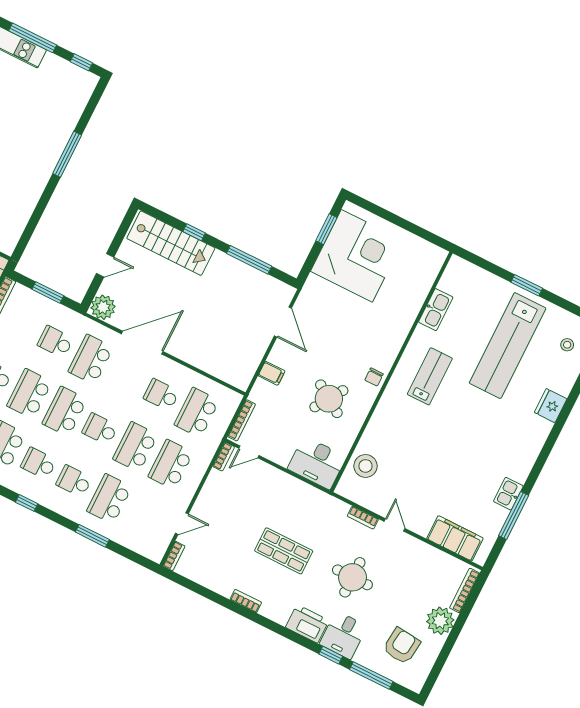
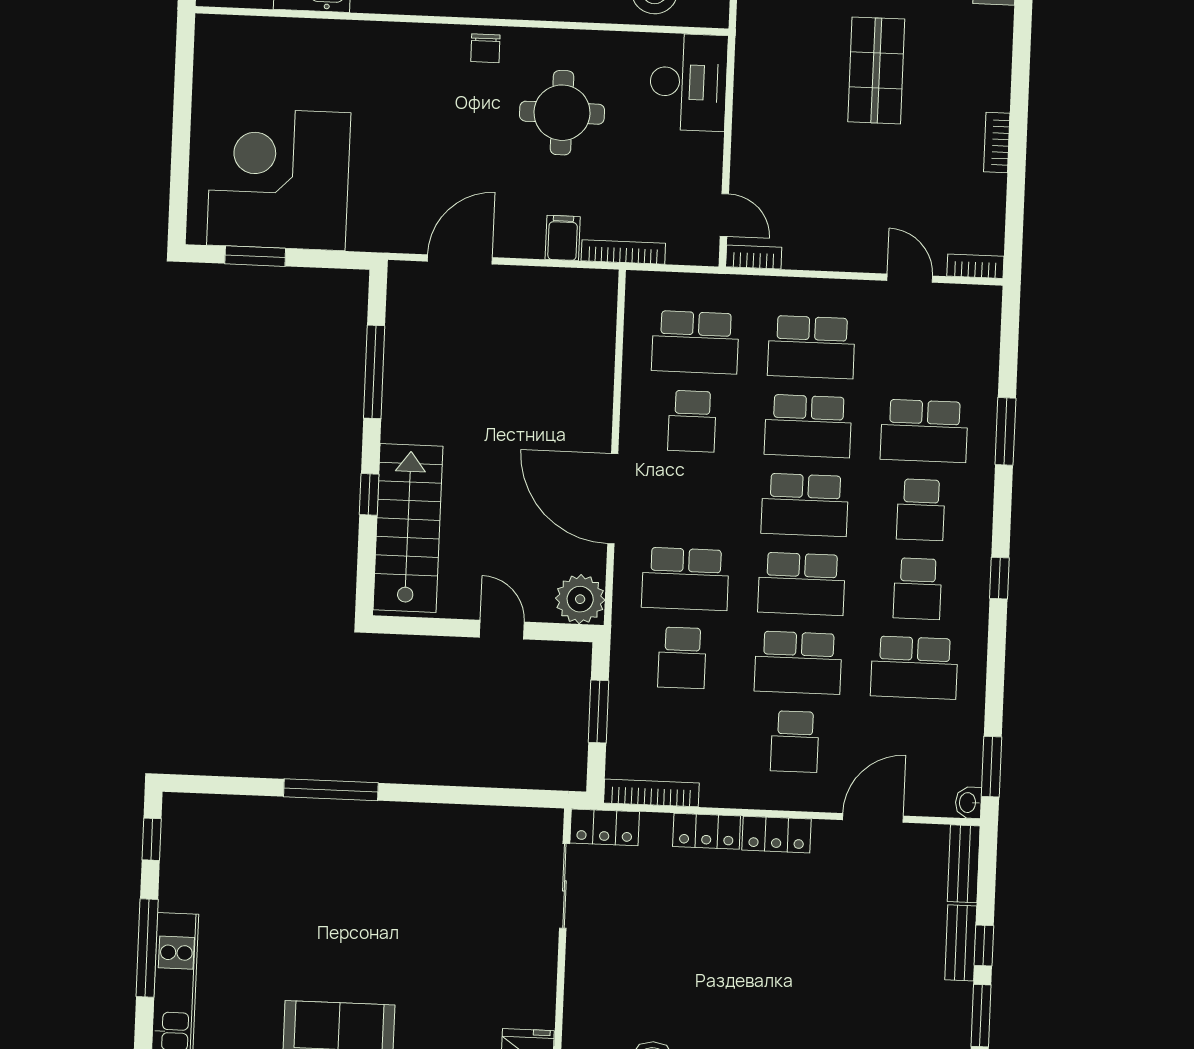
chair: (374, 377) -> (485, 48), turned 90
round table: (329, 399) -> (562, 113), turned -33
bookcase: (242, 420) -> (623, 252), moved
school desk: (100, 429) -> (805, 505), width x1.85
bookcase: (246, 601) -> (997, 143), moved

